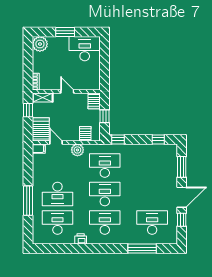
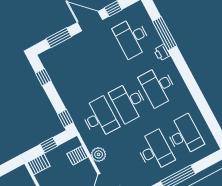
desk: (105, 166) -> (100, 118), turned 180
desk: (57, 222) -> (184, 135), turned 180
printer: (81, 239) -> (162, 53), moved

